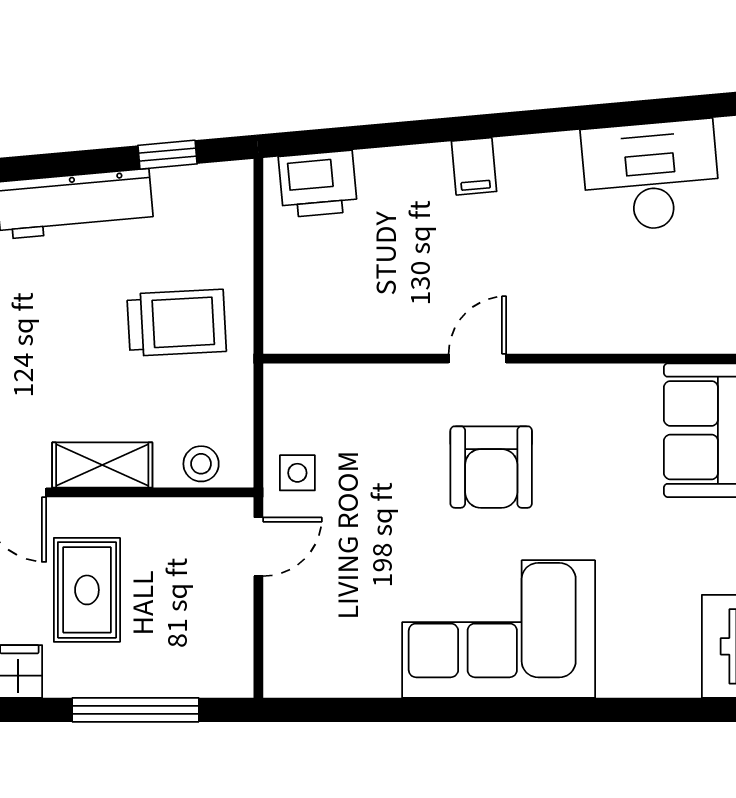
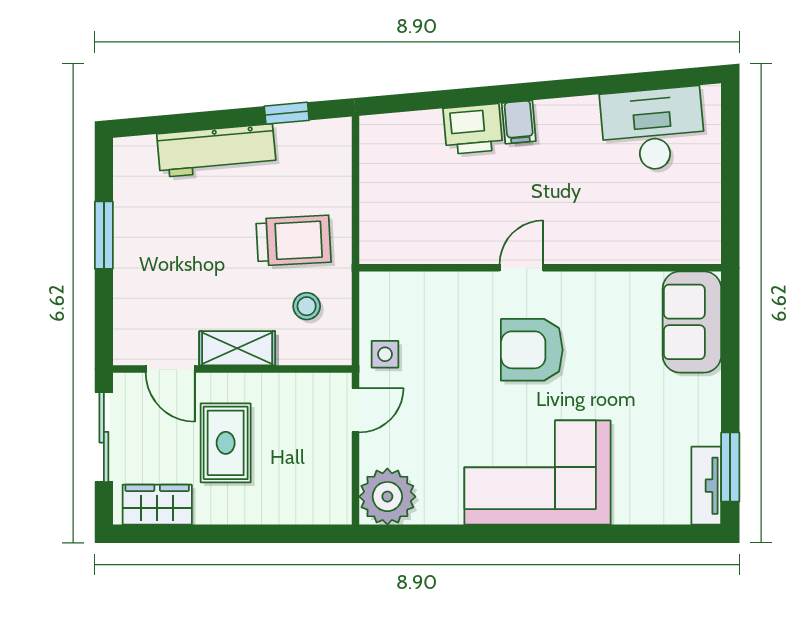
printer: (318, 184) -> (473, 129), moved
stool: (201, 464) -> (307, 306), moved
armchair: (491, 467) -> (532, 350), turned 90
plant: (300, 661) -> (387, 497), added
window: (136, 710) -> (262, 534), removed

